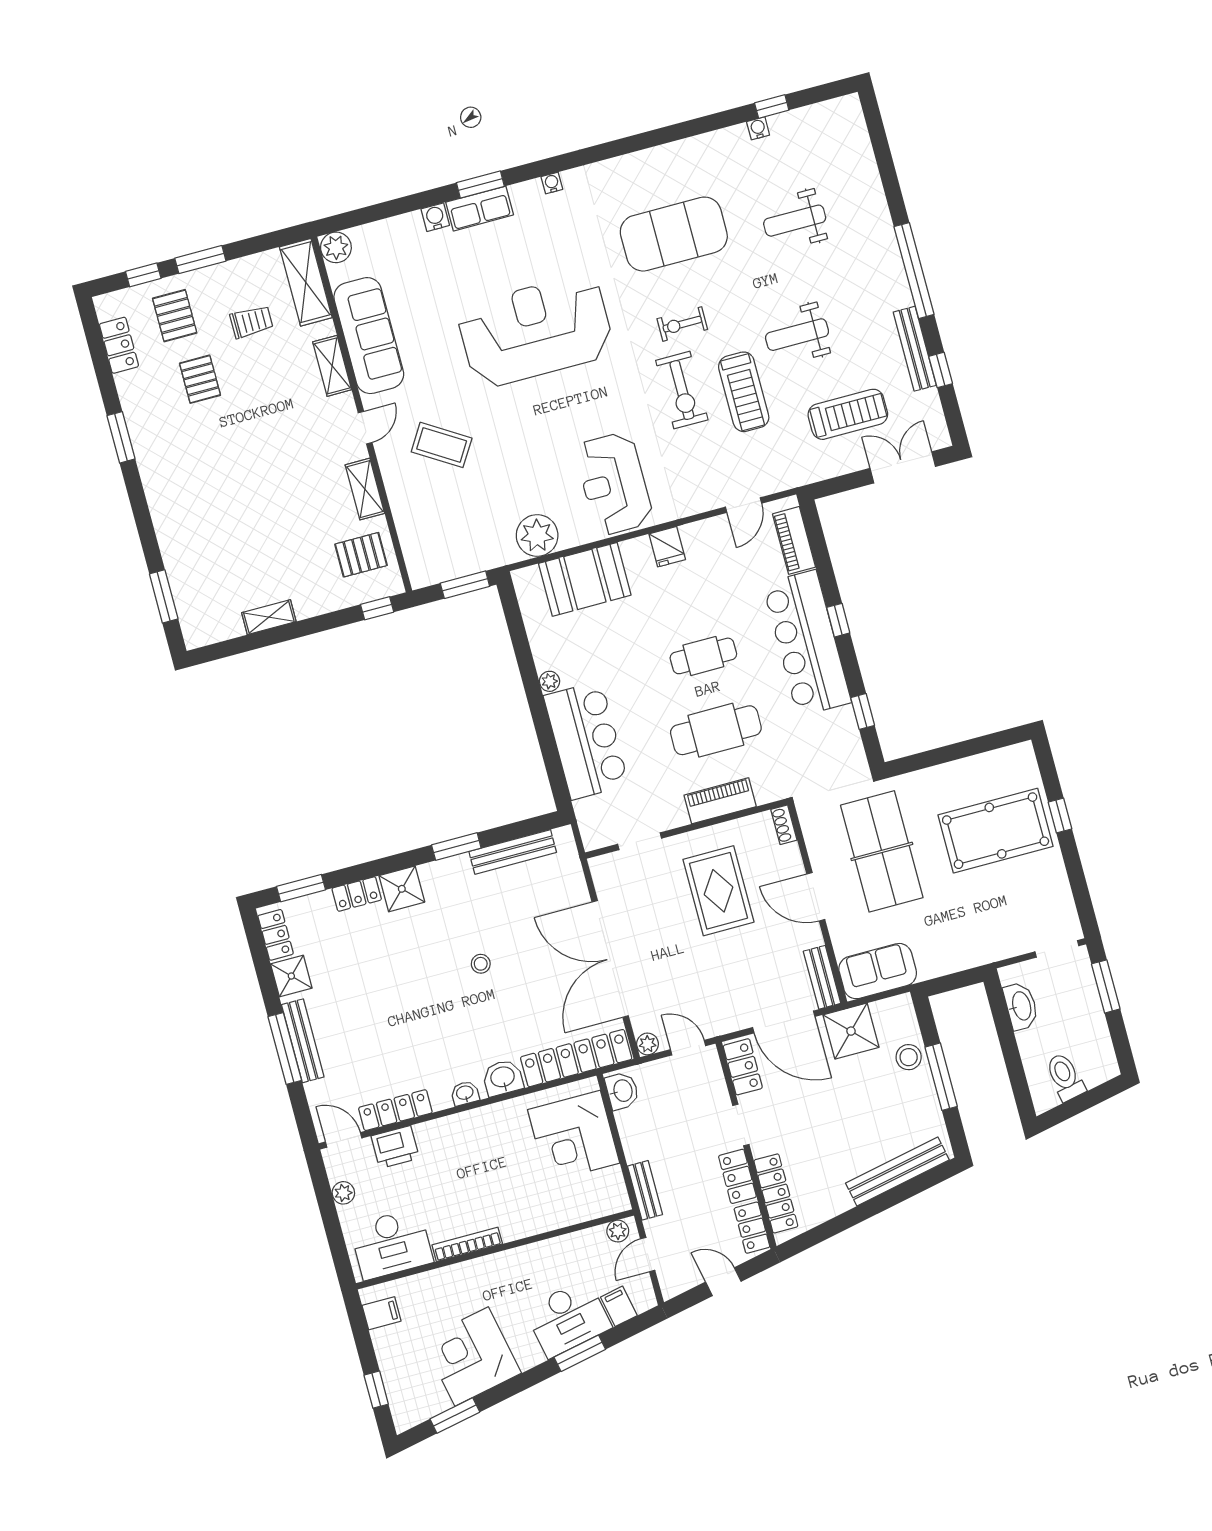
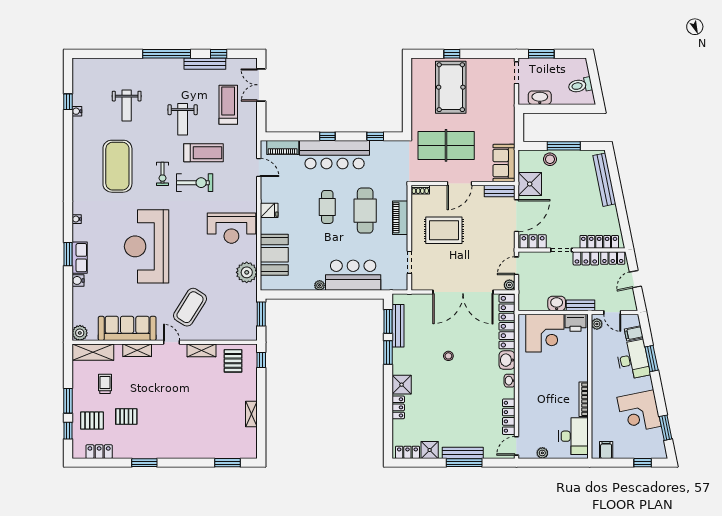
coffee table: (442, 445) -> (190, 307), width x1.36, depth x1.32
window: (301, 888) -> (388, 321), moved
washbasin: (622, 1091) -> (557, 303), moved
printer: (395, 1147) -> (575, 323), moved, turned 90

